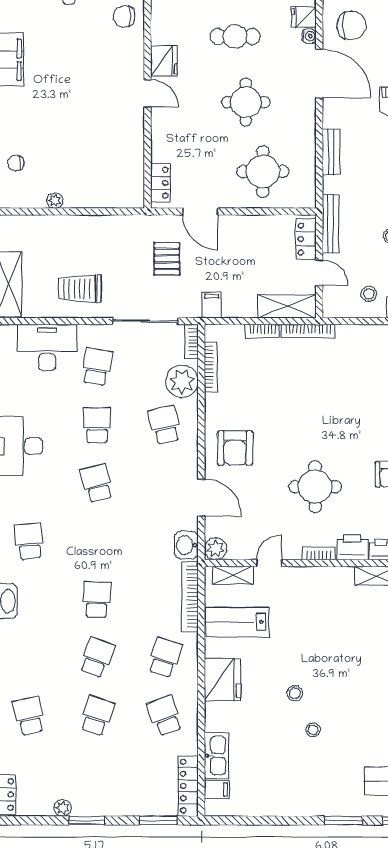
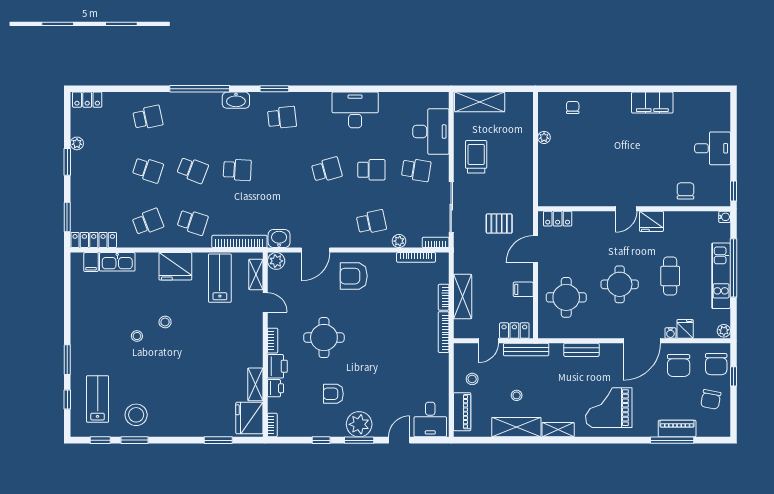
filing cabinet: (212, 305) -> (523, 289), moved, turned 180
shelving: (287, 306) -> (463, 297), moved
plant: (182, 381) -> (399, 241), width x0.53, depth x0.53

